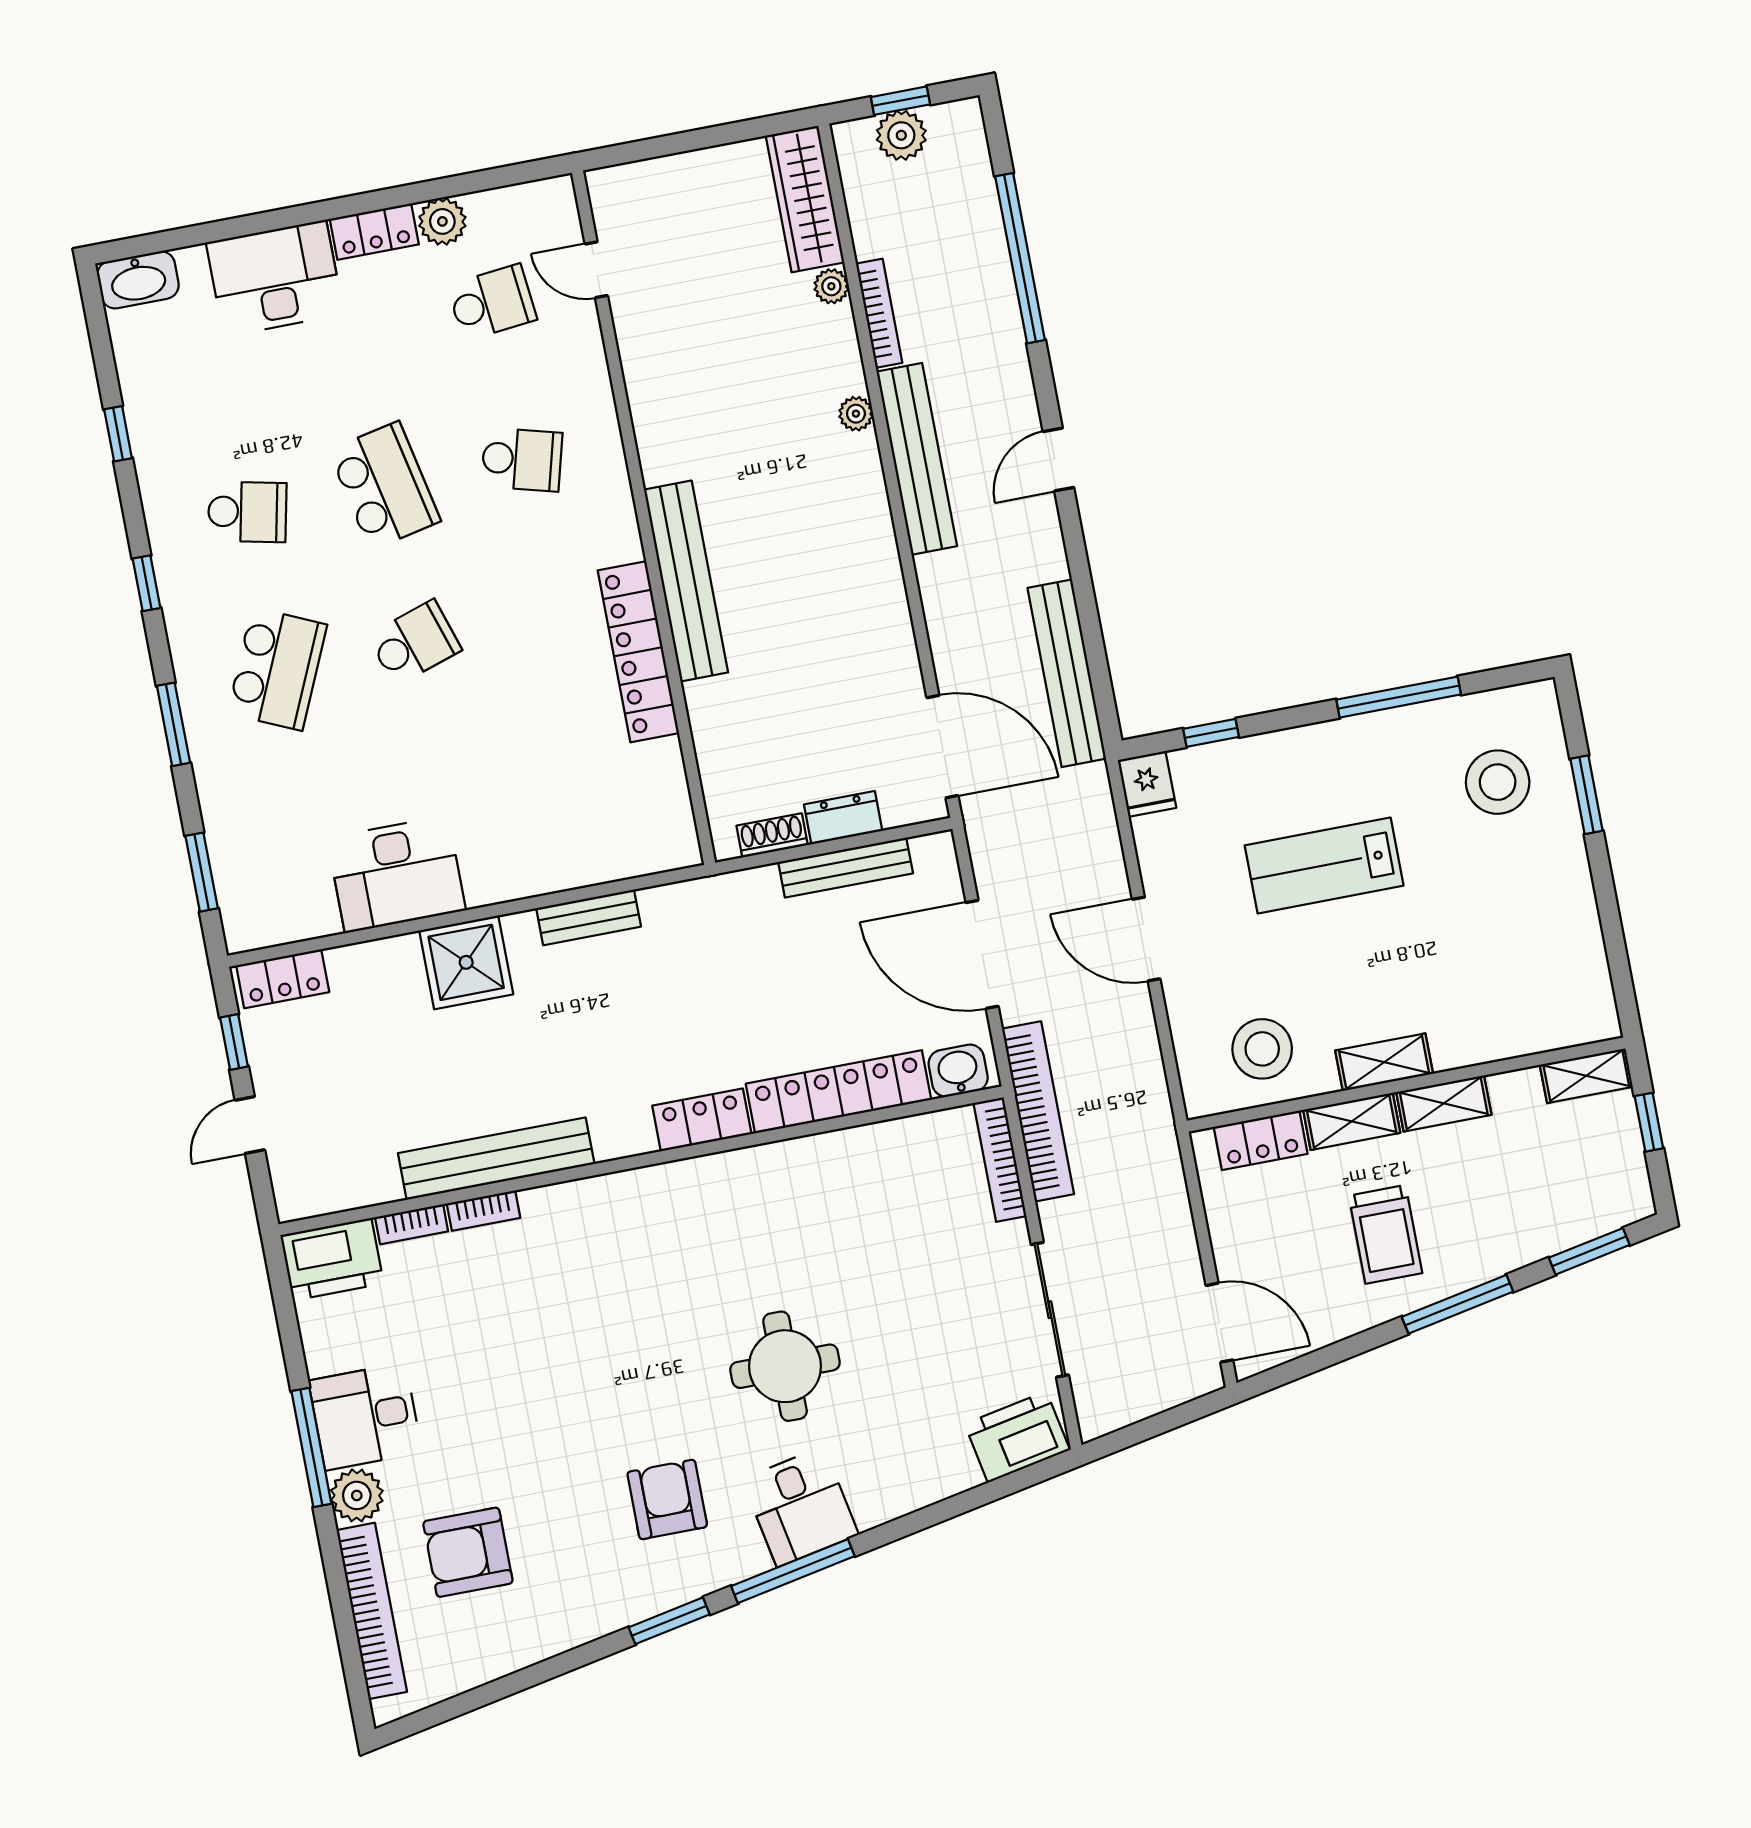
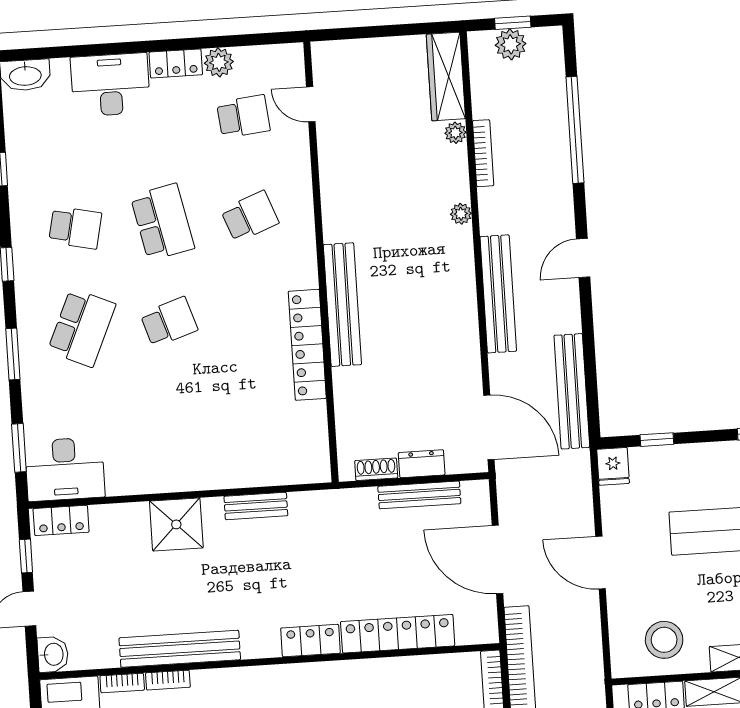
bench: (917, 459) -> (498, 294), moved
school desk: (522, 460) -> (250, 216), turned -36
desk: (396, 874) -> (65, 469), moved
washbasin: (958, 1071) -> (53, 654), moved, turned 90

